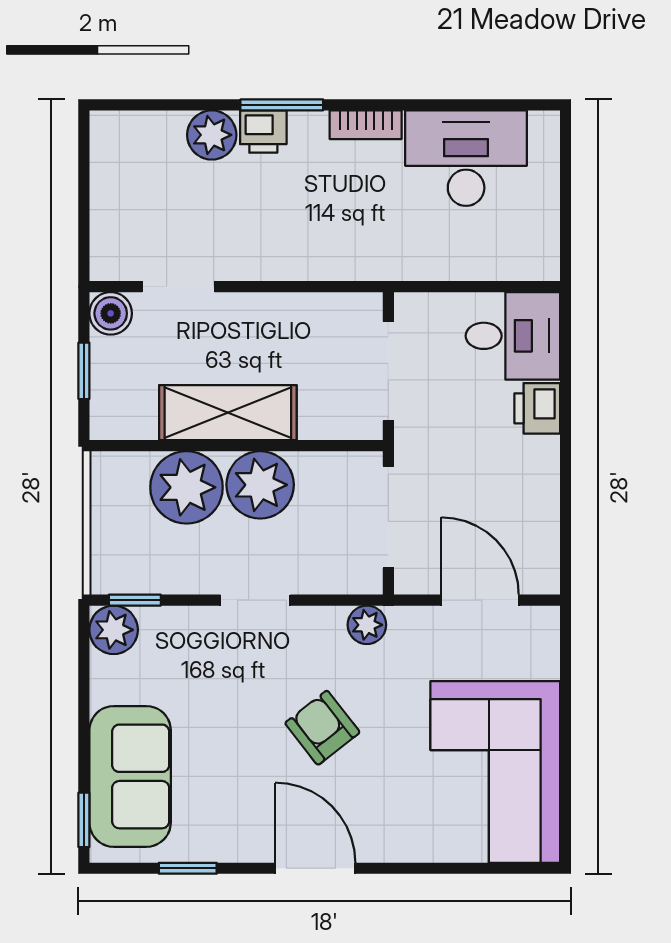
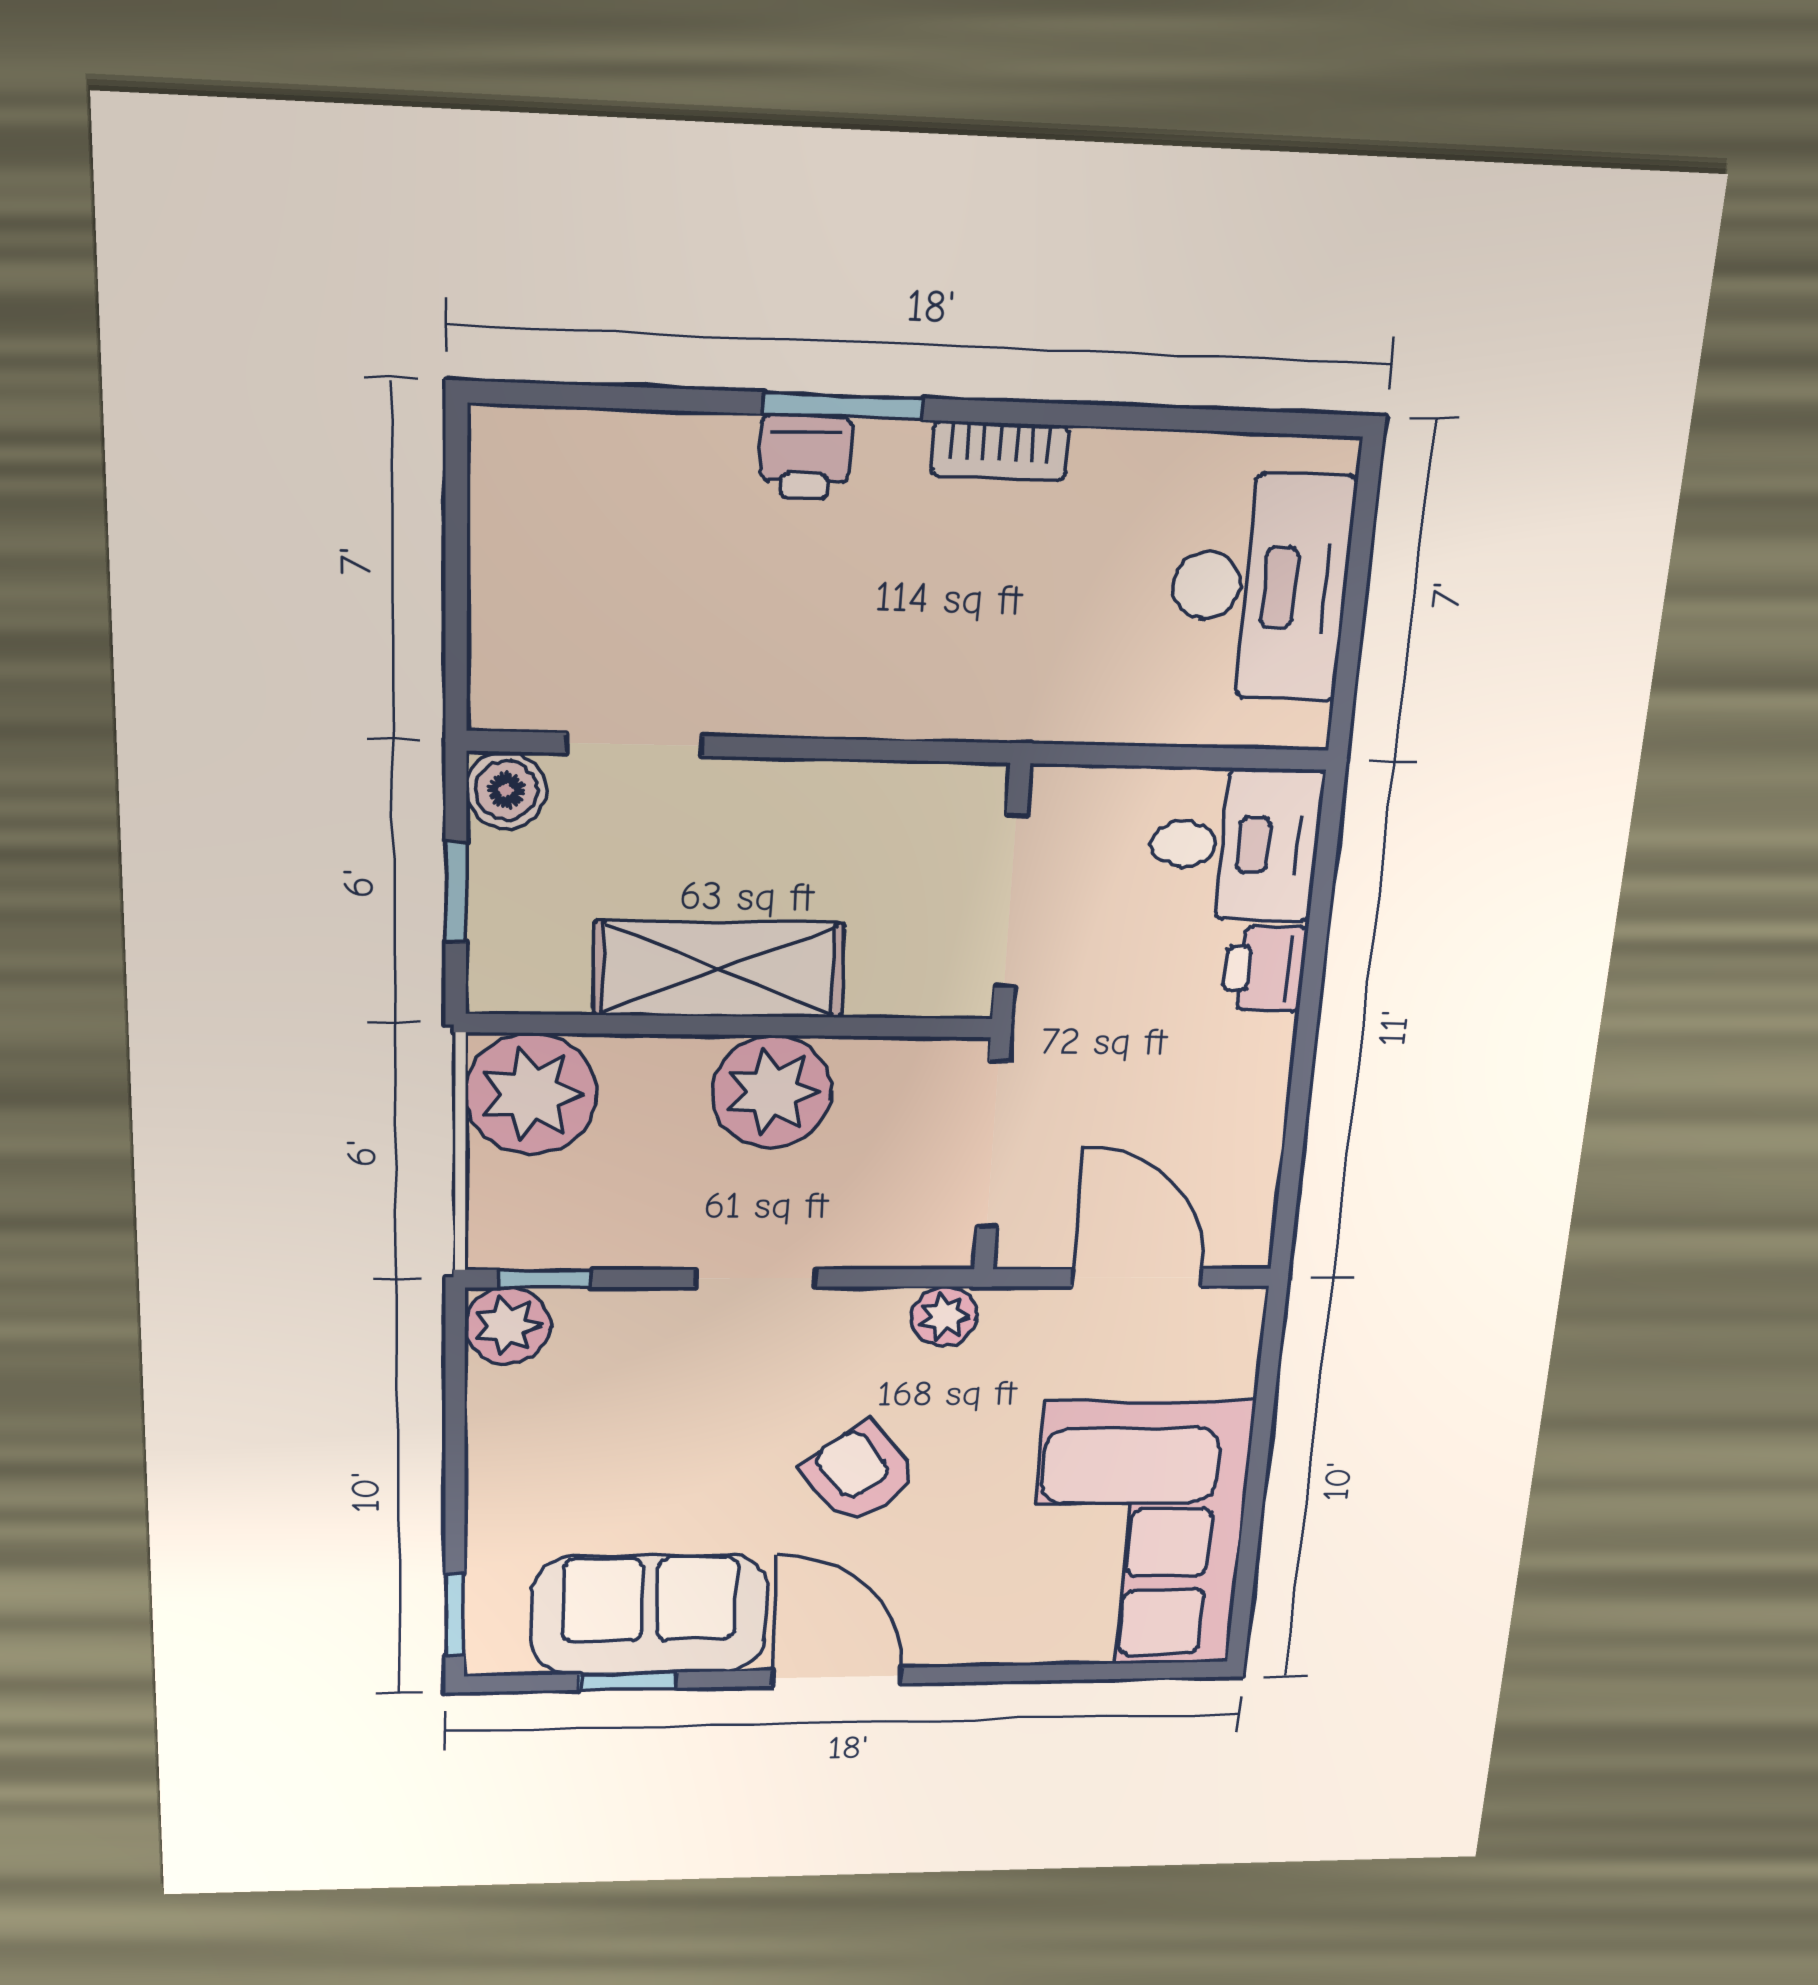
plant: (212, 135) -> (706, 460), removed
desk: (466, 158) -> (1260, 587), moved, turned 90
plant: (187, 487) -> (531, 1094), moved
sofa: (130, 776) -> (649, 1615), moved, turned -90

